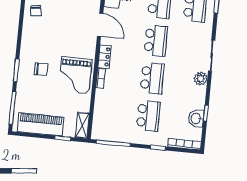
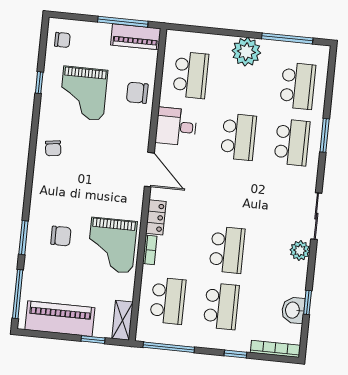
school desk: (156, 41) -> (168, 301), moved

